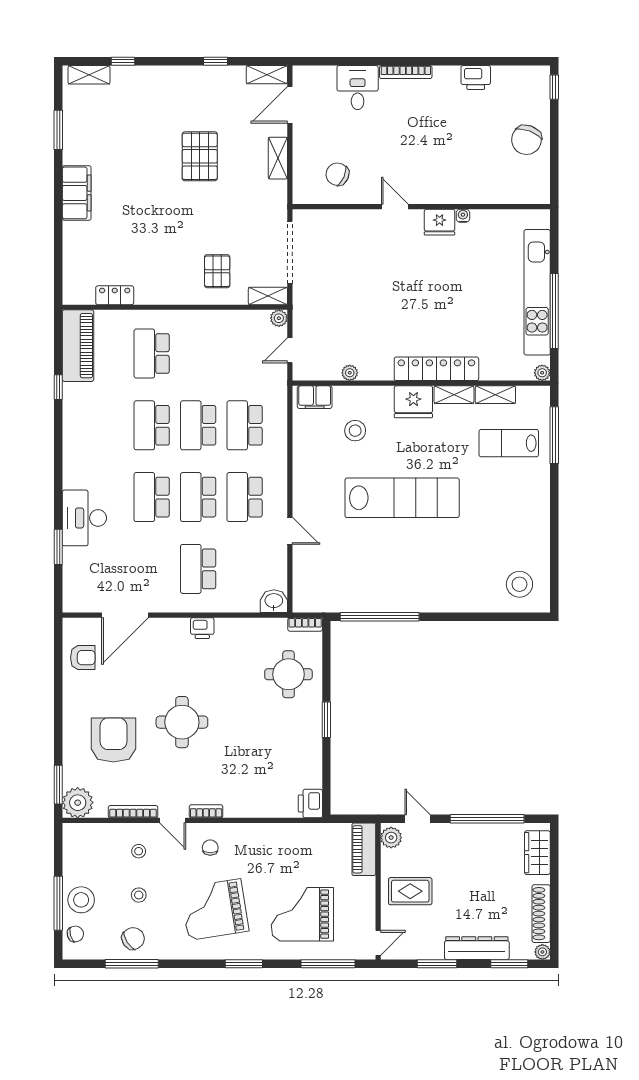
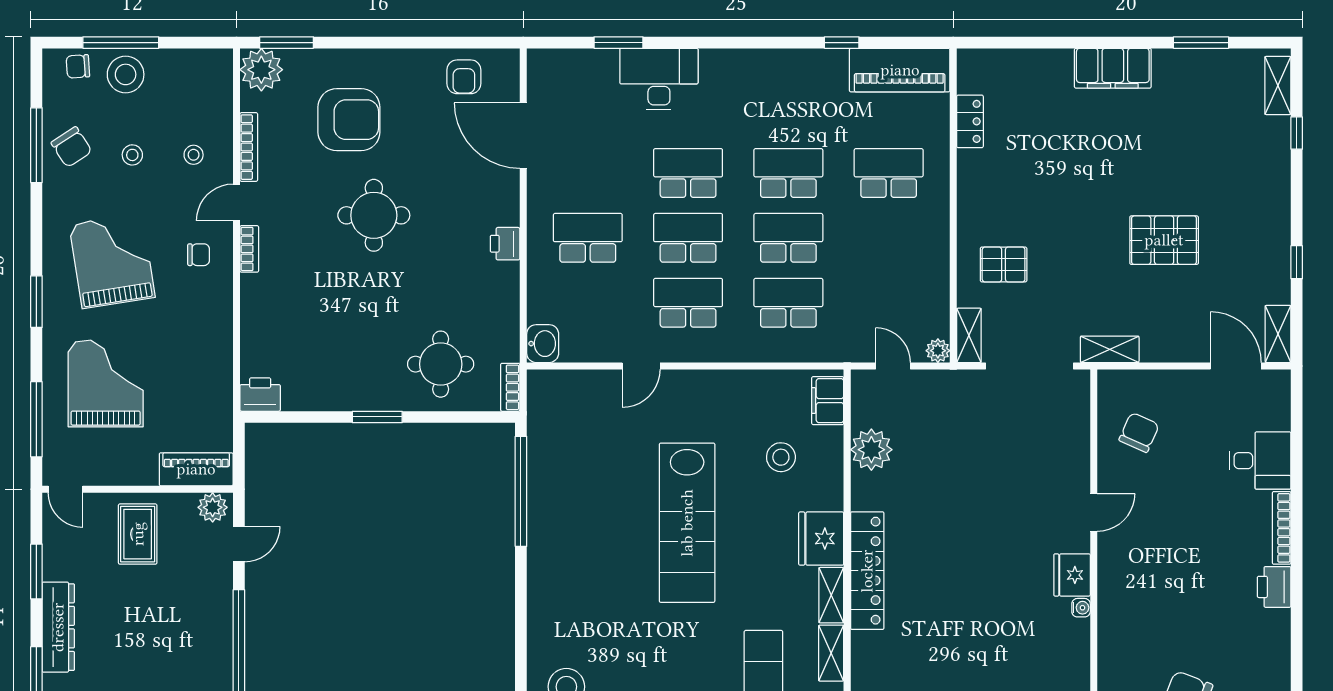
printer: (476, 77) -> (1274, 587), moved
shelving: (278, 158) -> (1110, 349), moved
plant: (350, 373) -> (871, 450), width x1.87, depth x1.87
chair: (75, 934) -> (78, 66), turned 102

